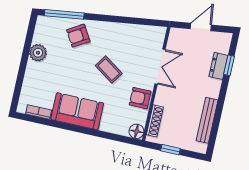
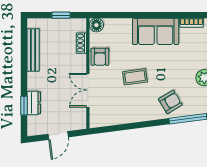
coffee table: (109, 70) -> (135, 77), turned -42
armchair: (140, 98) -> (100, 57), turned 90
shoe rack: (155, 121) -> (81, 43), width x0.70

